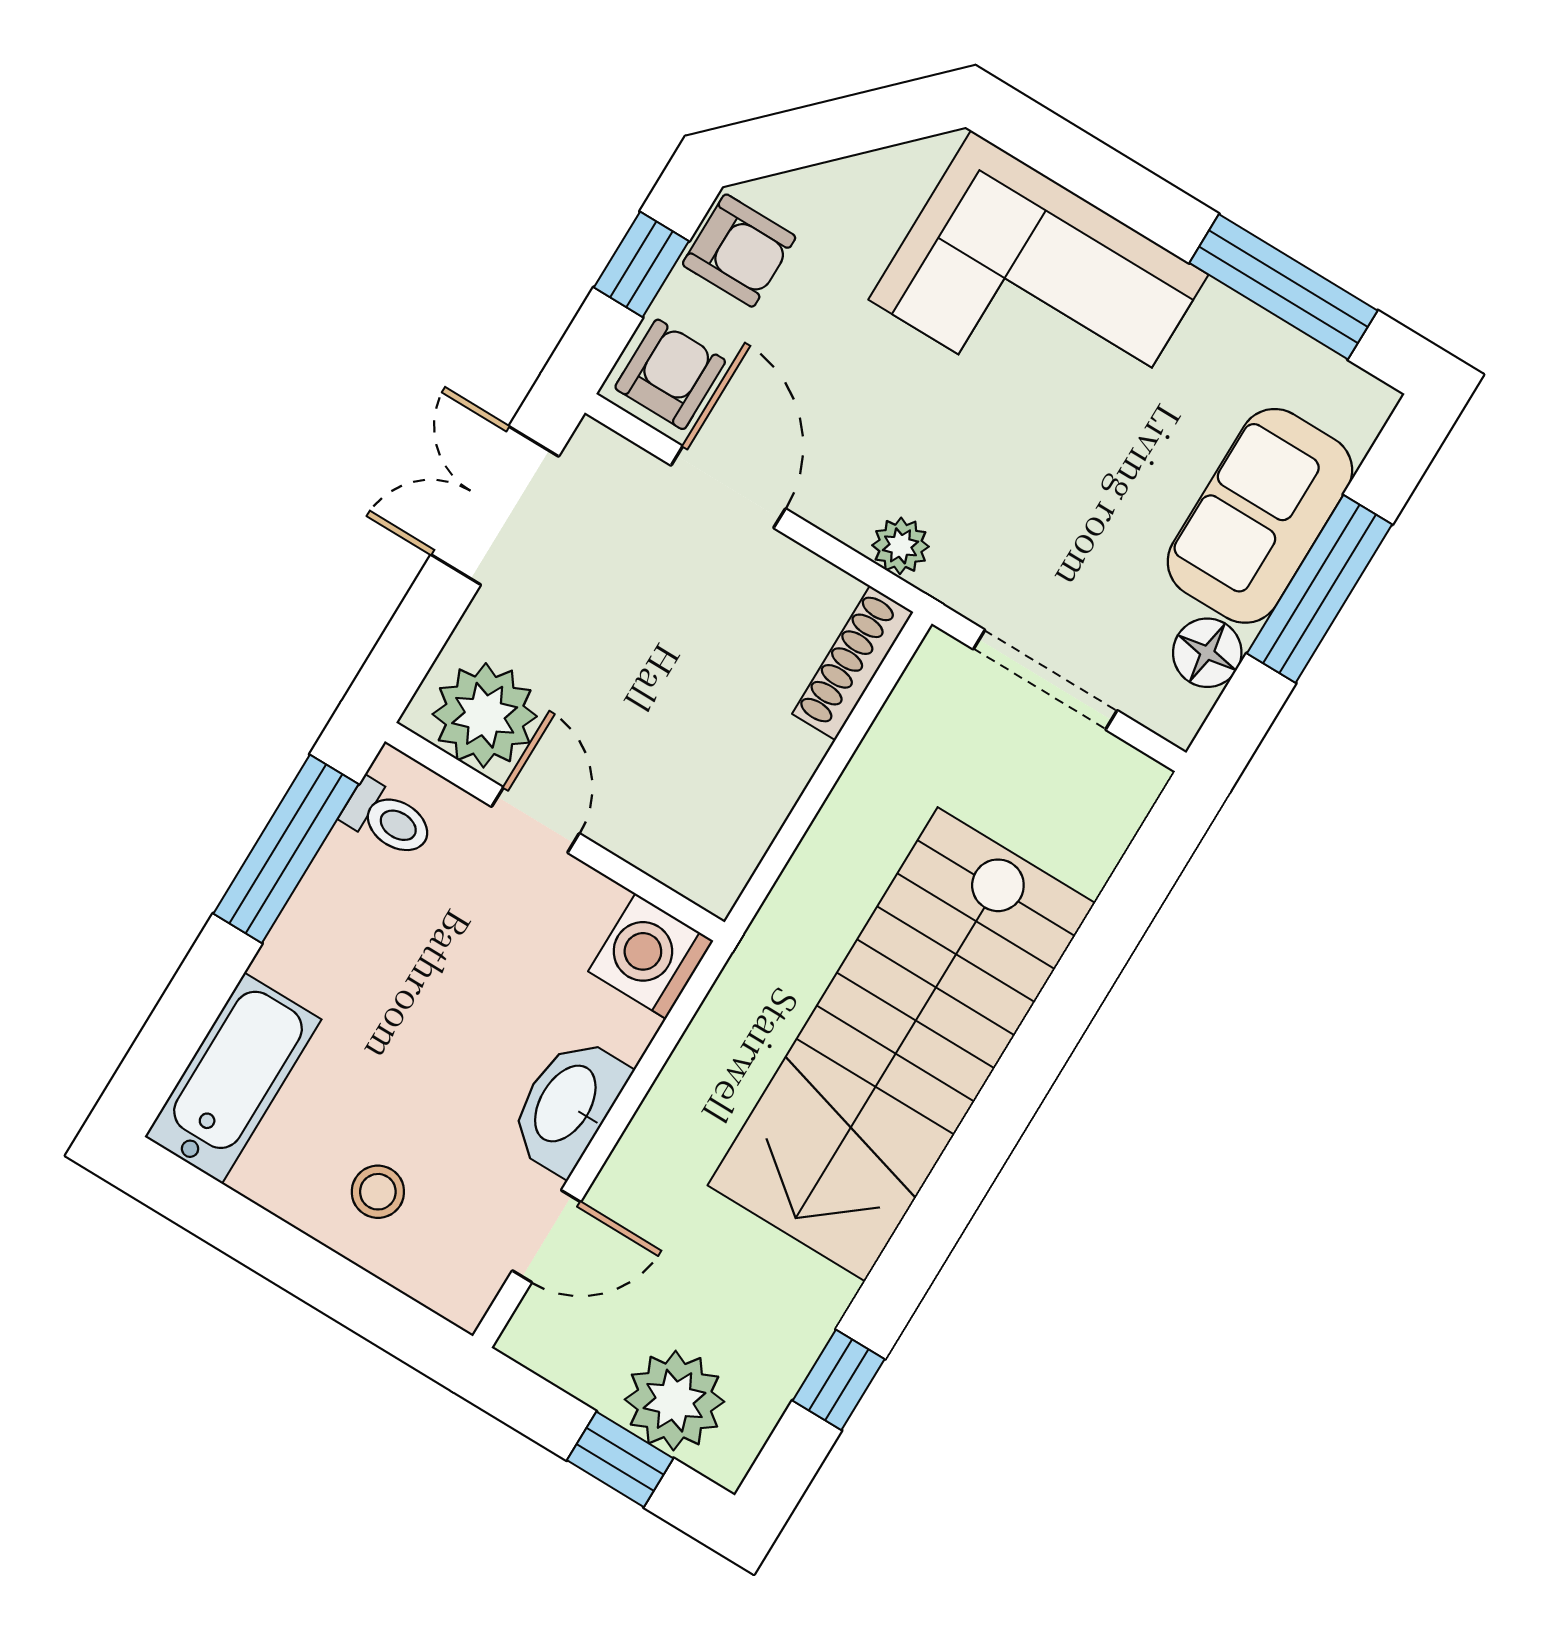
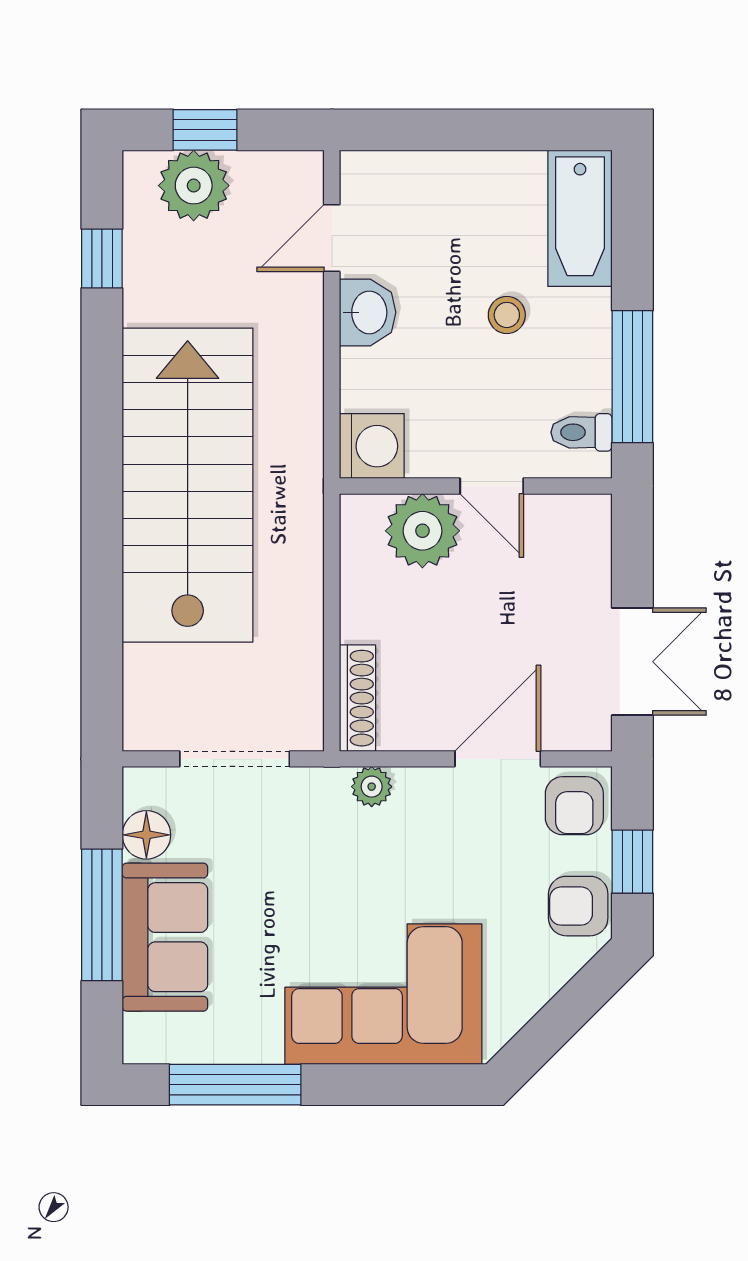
door: (728, 487) -> (498, 759), swing flipped
plant: (485, 715) -> (422, 531), moved
washbasin: (567, 1105) -> (368, 312), width x0.72
stool: (378, 1192) -> (507, 315), moved

